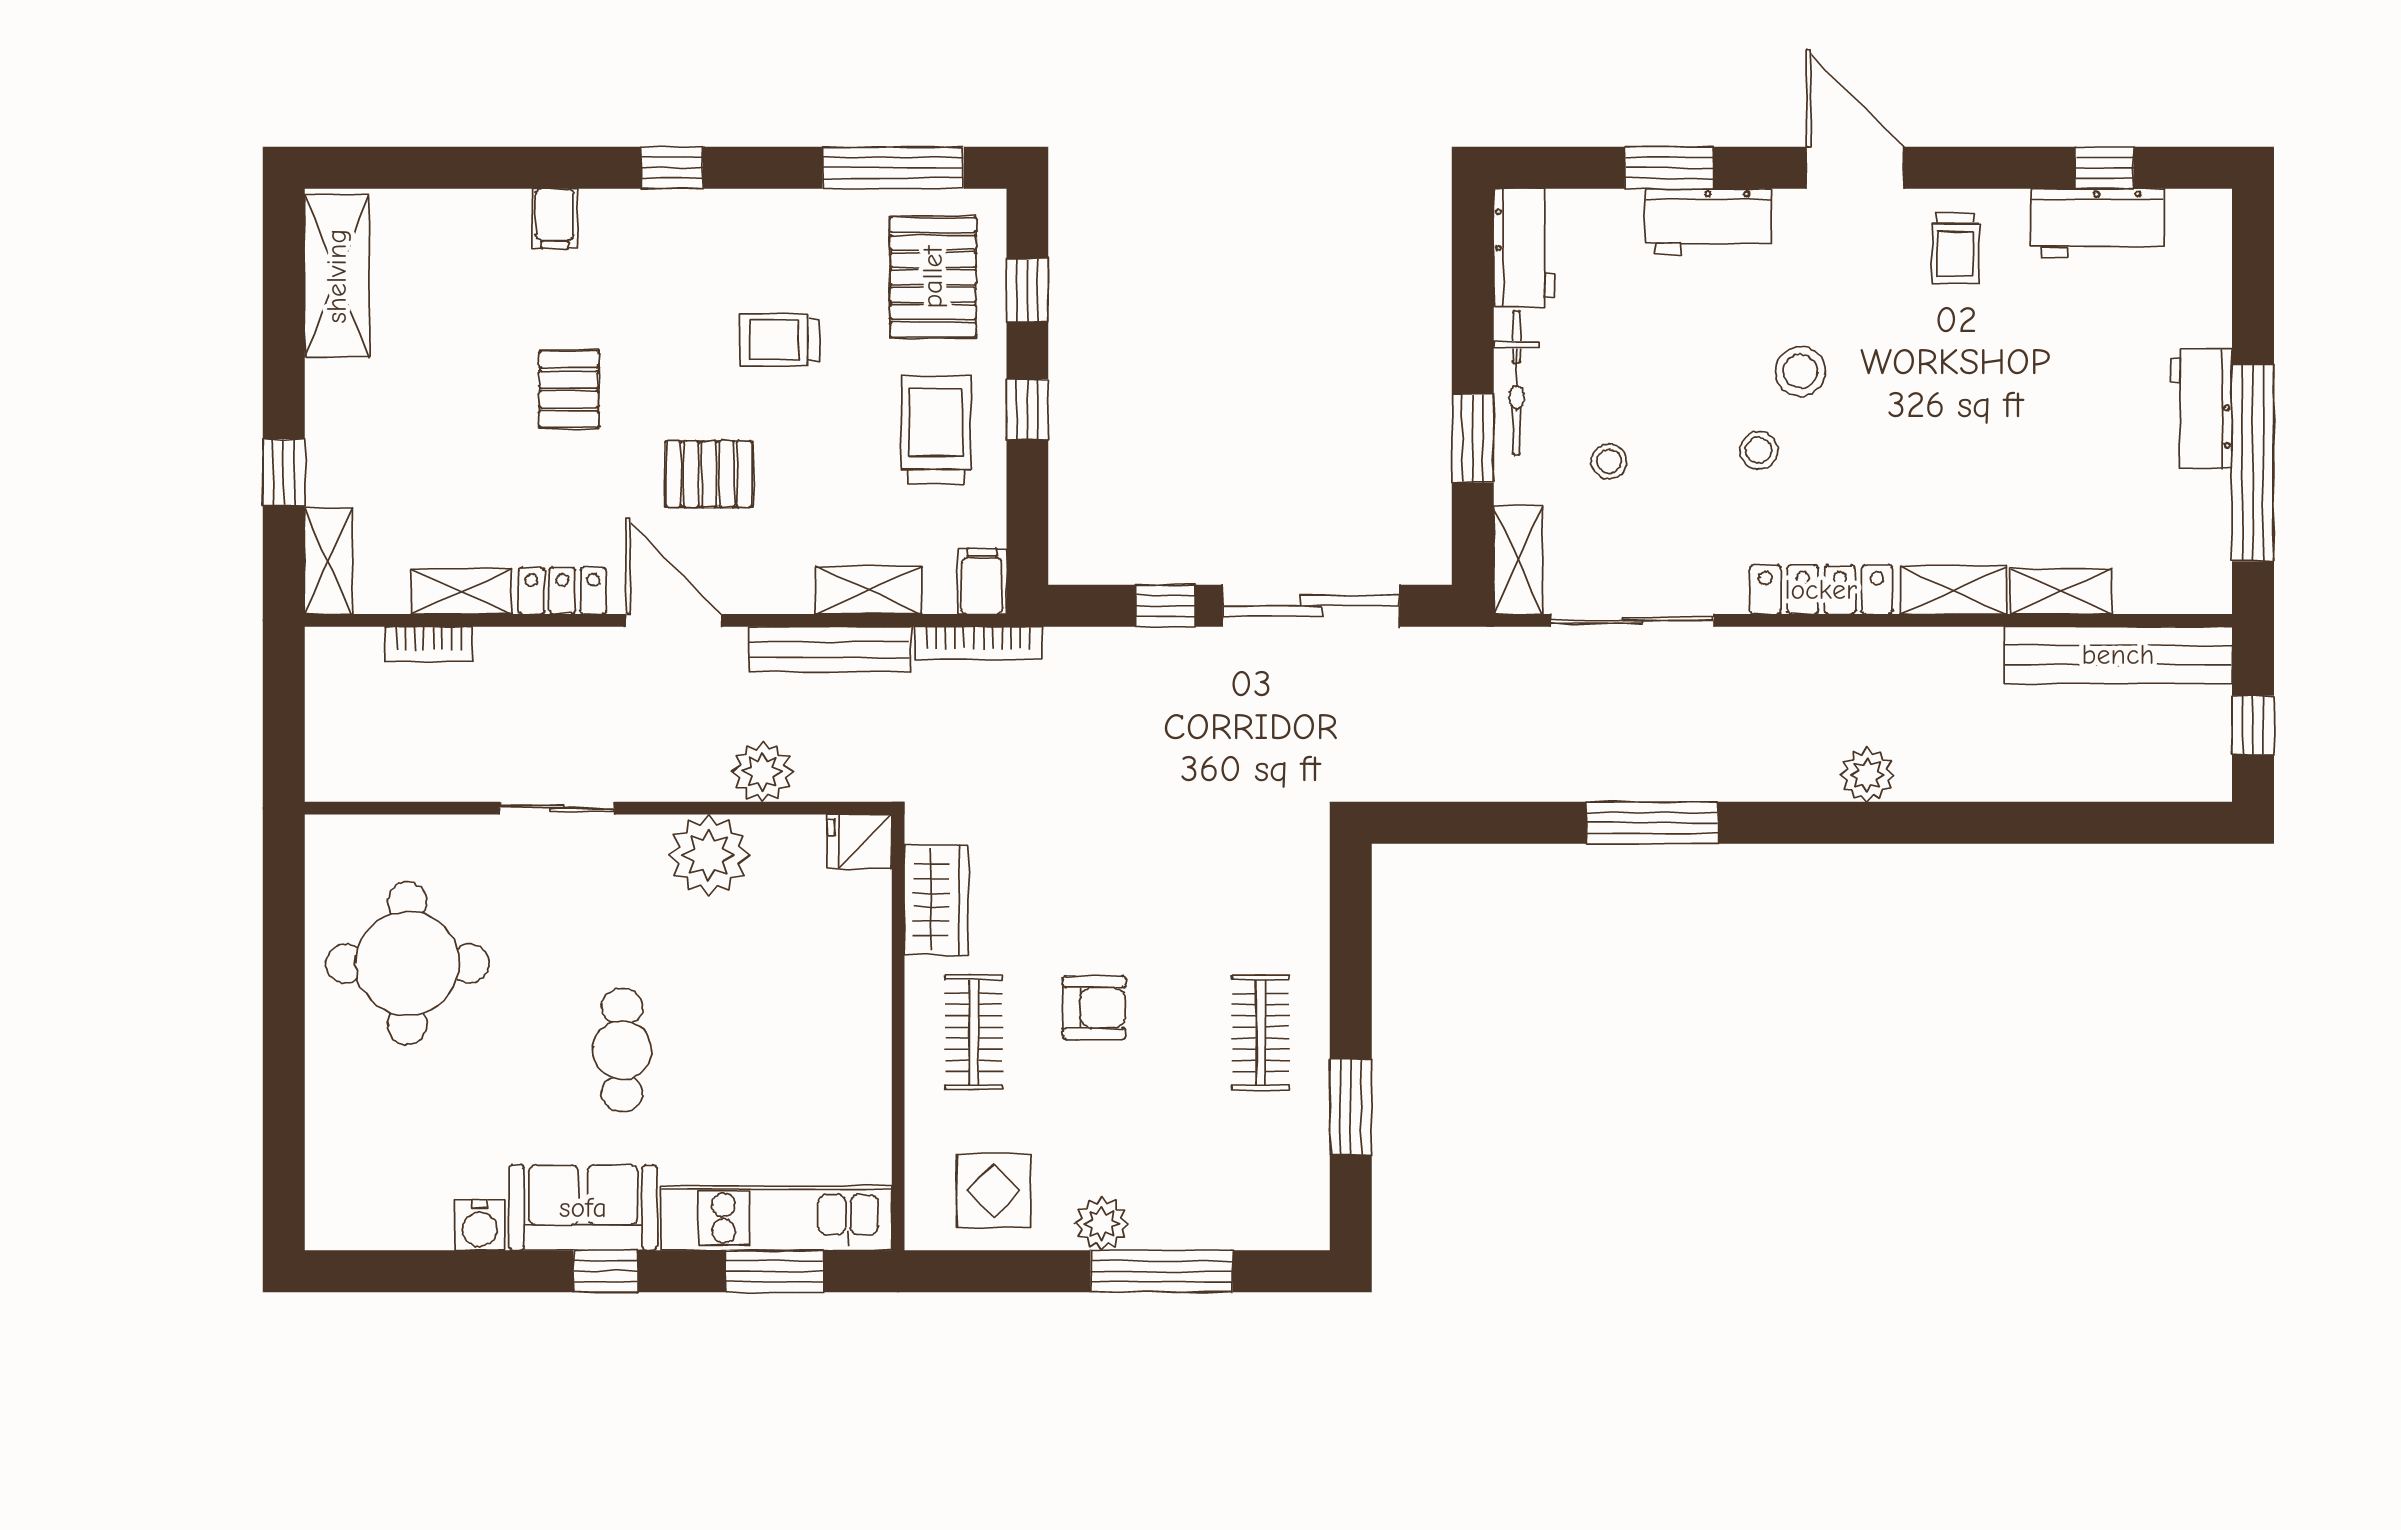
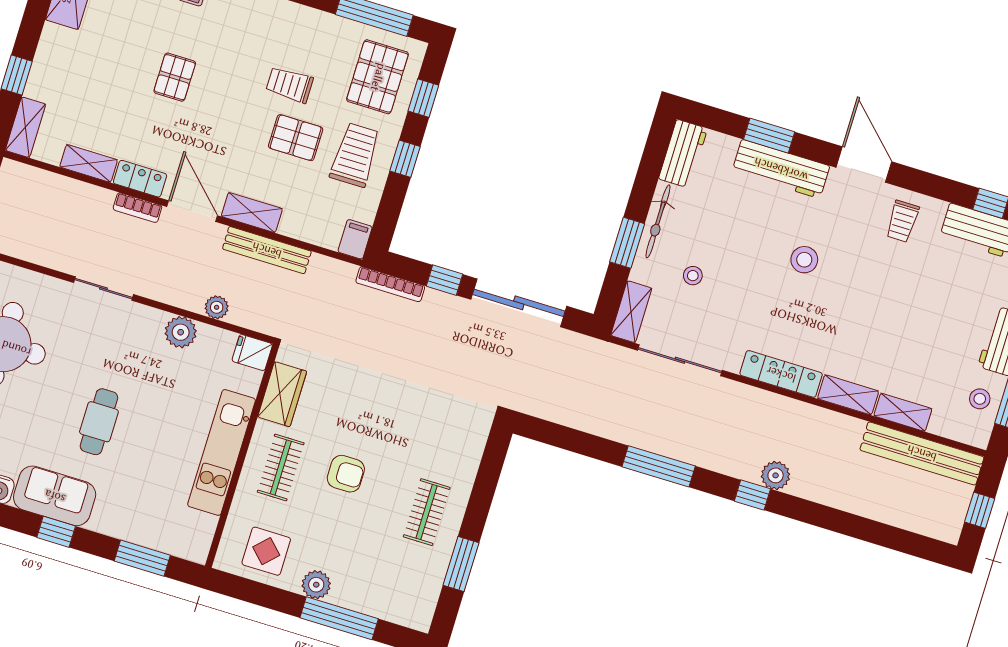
workbench: (1708, 221) -> (781, 169), width x1.38
stool: (1759, 450) -> (980, 399), moved
pallet: (709, 474) -> (296, 138), moved
shelving: (868, 590) -> (252, 213), moved
bookcase: (978, 643) -> (390, 284), moved
bookcase: (429, 644) -> (137, 208), moved
plant: (762, 772) -> (217, 307), width x0.73, depth x0.73
window: (1836, 823) -> (752, 495), added
plant: (709, 855) -> (181, 332), width x0.73, depth x0.73
kitchen unit: (777, 1218) -> (222, 452), moved, turned -90

